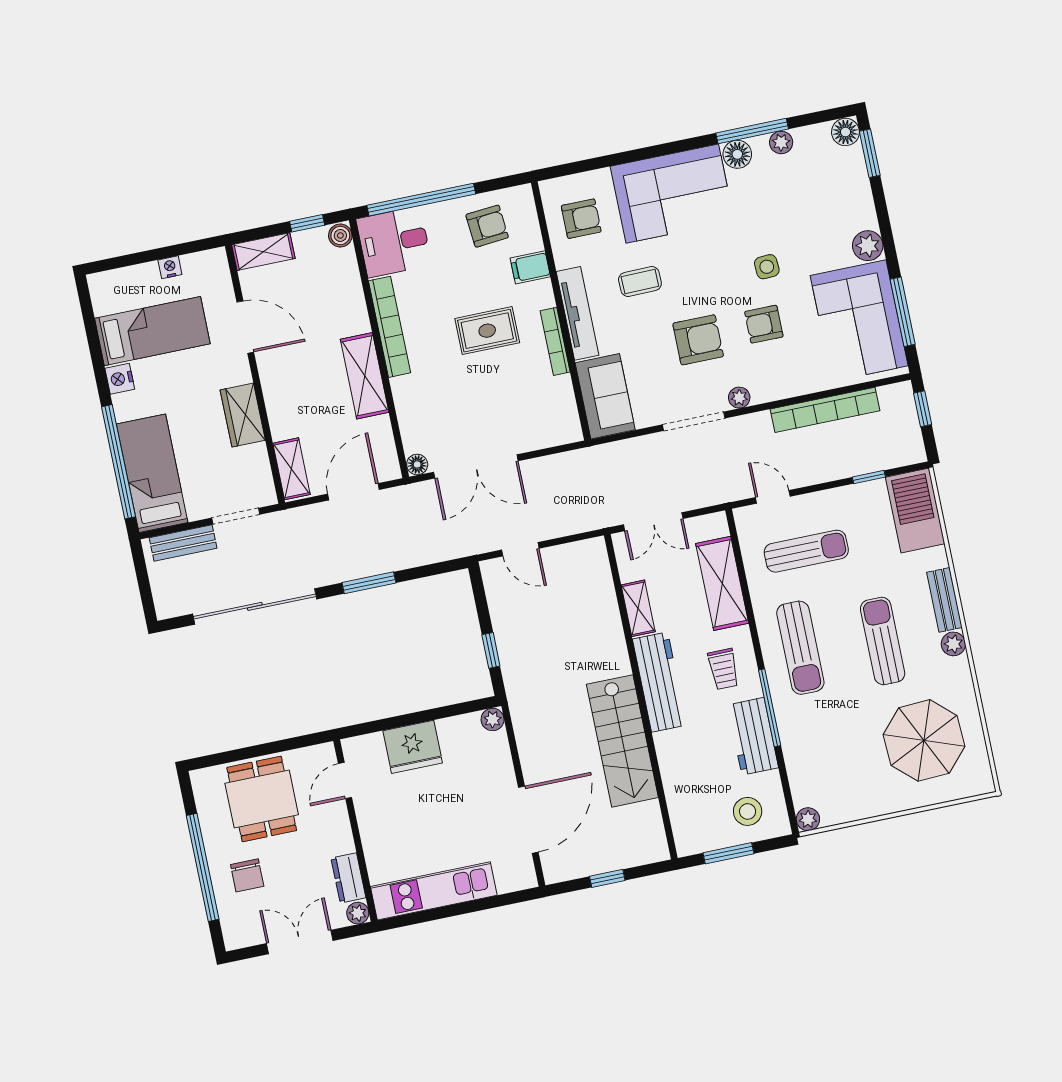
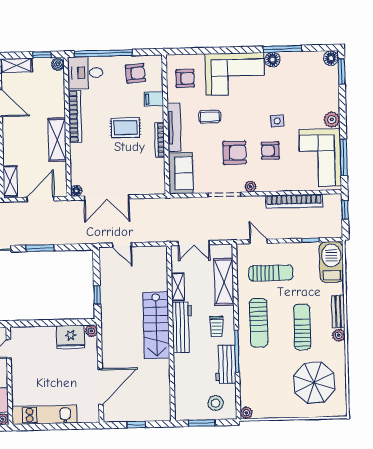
plant: (781, 142) -> (296, 58), removed
stairs: (622, 741) -> (156, 325), moved
fridge: (413, 747) -> (71, 337), moved

